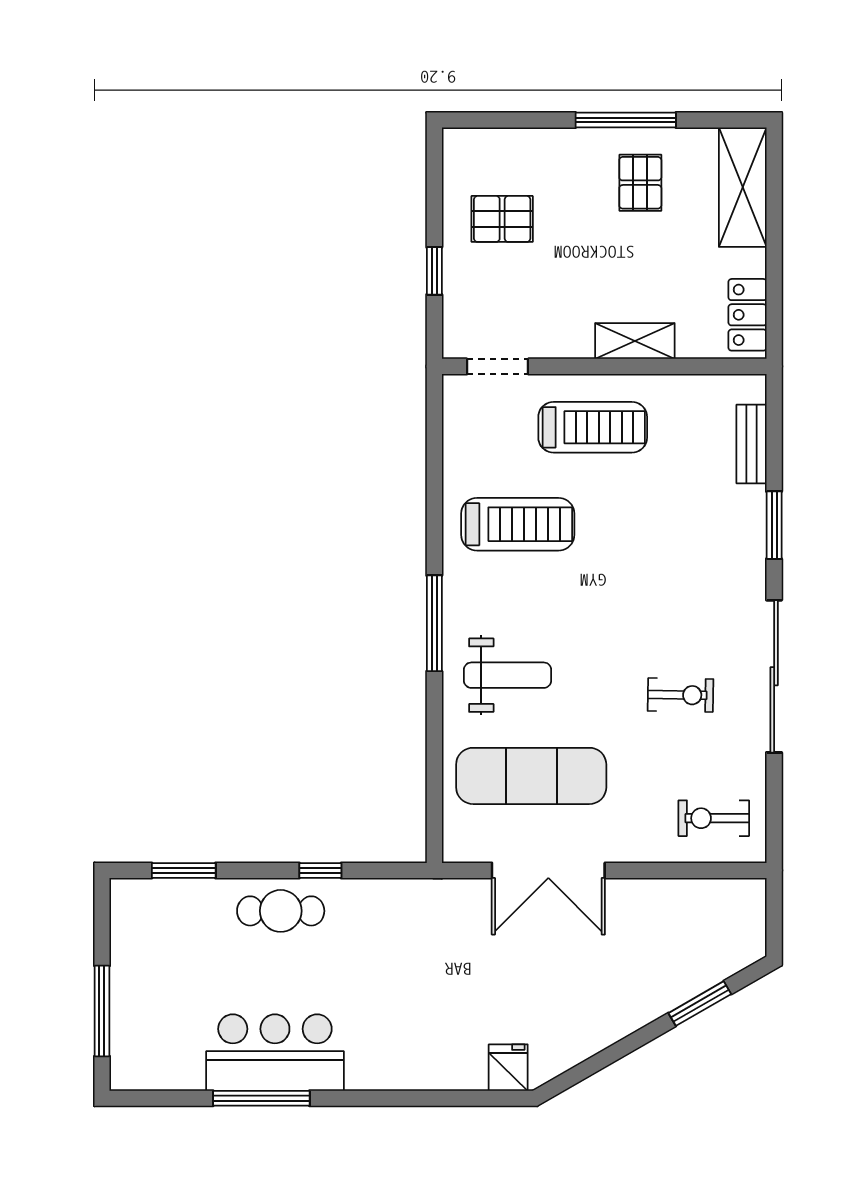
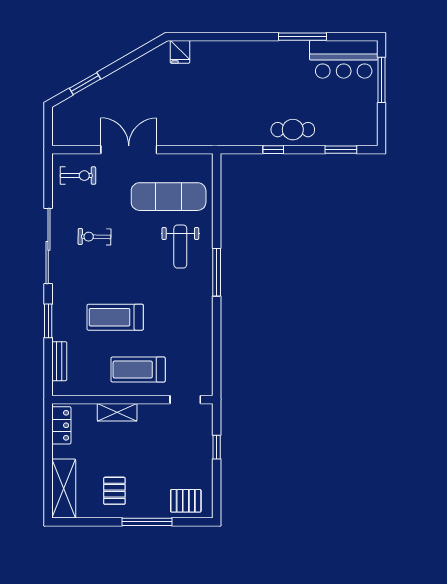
window: (626, 120) -> (147, 522), moved
pallet: (502, 219) -> (186, 501), moved
treadmill: (518, 524) -> (115, 317), moved
weight bench: (508, 675) -> (180, 247), turned -90
double door: (548, 870) -> (129, 150), moved
bar counter: (275, 1053) -> (344, 59), moved

